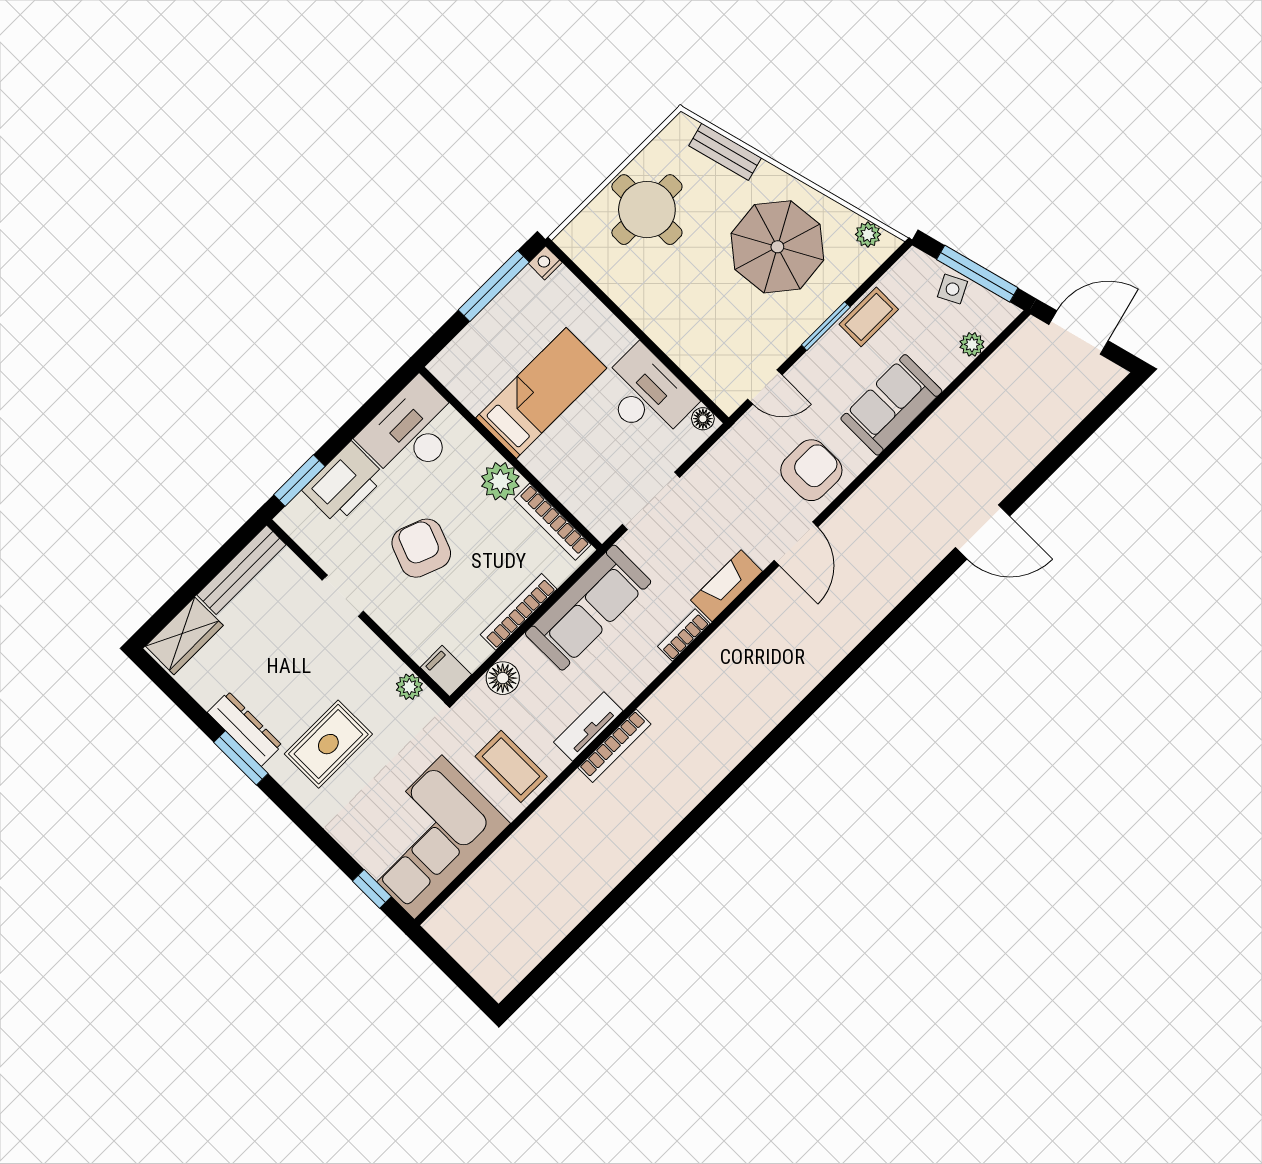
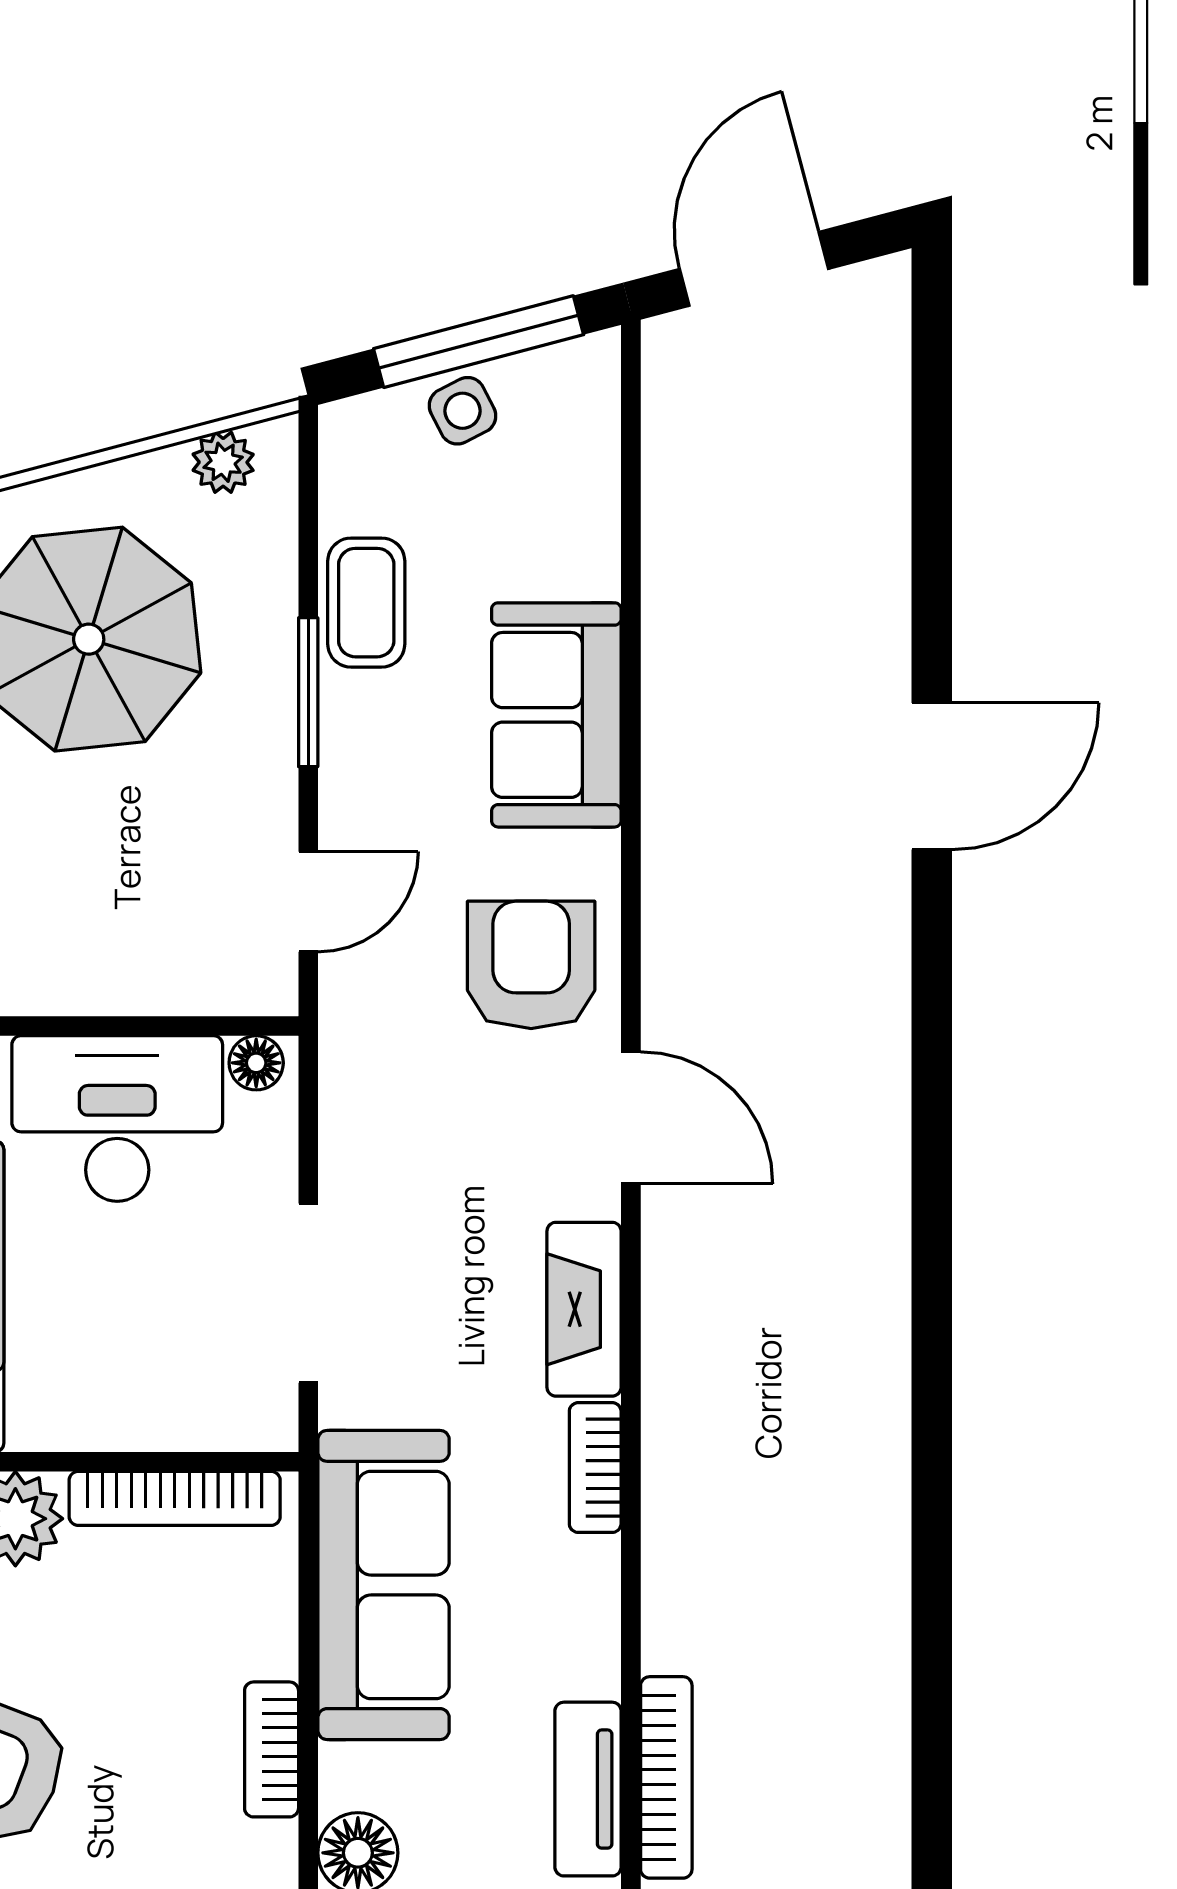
plant: (972, 344) -> (591, 472), removed
bookcase: (519, 612) -> (272, 1749), width x0.64

